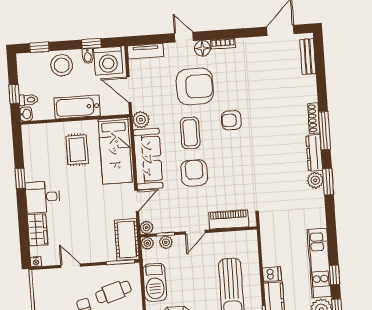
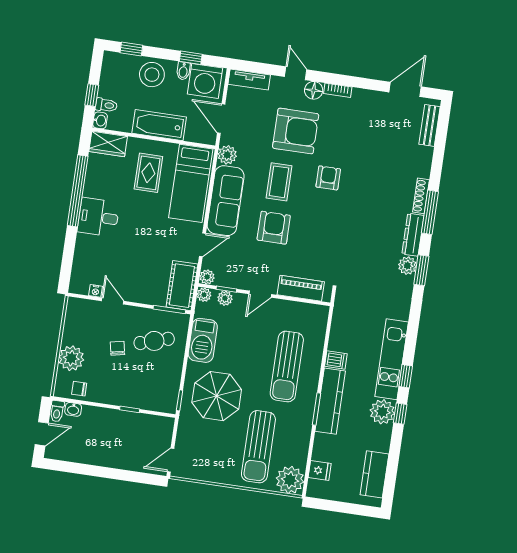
armchair: (231, 120) -> (328, 178), turned 90
window: (20, 178) -> (78, 191), width x3.17
wardrobe: (37, 230) -> (108, 144), moved, turned 90
nightstand: (36, 262) -> (96, 291), moved

